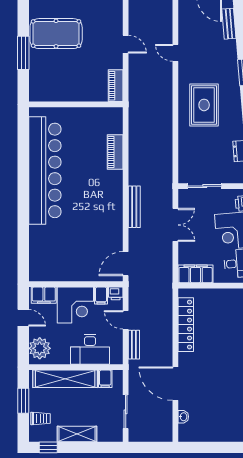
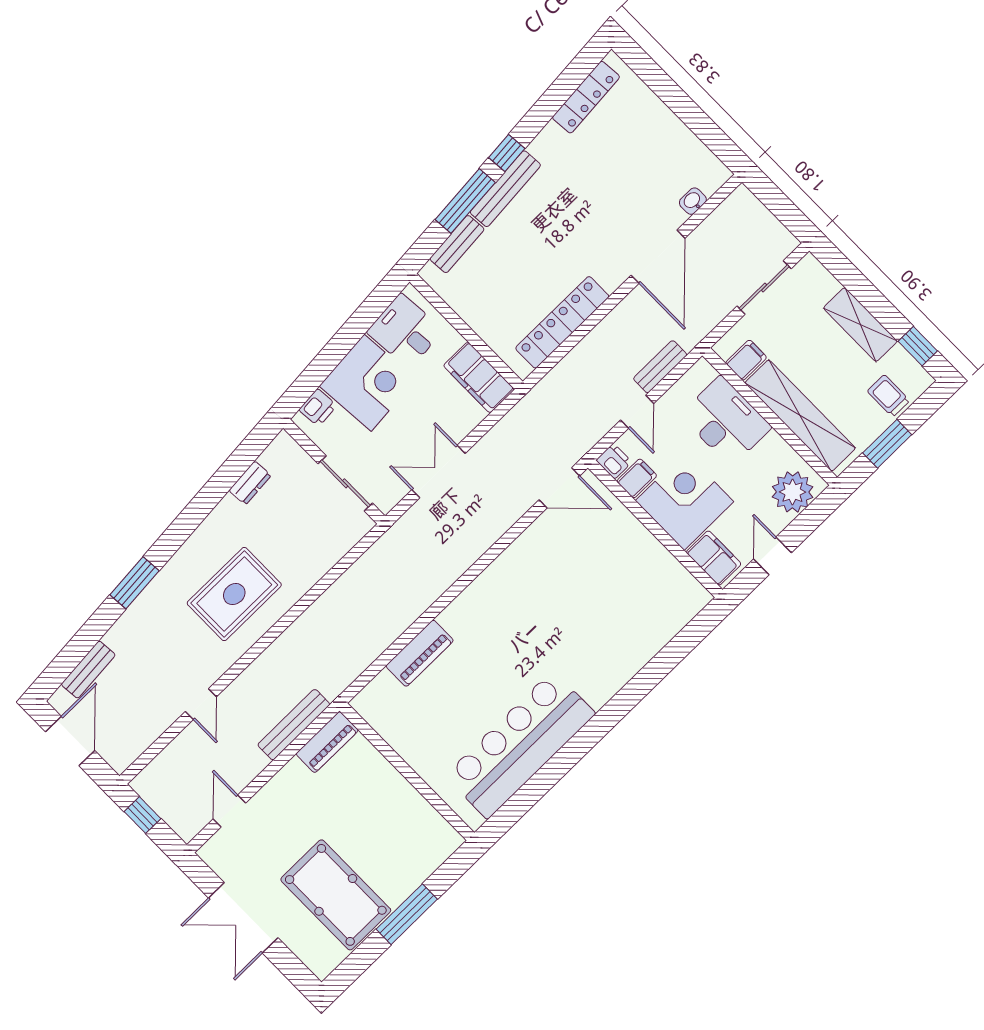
door: (126, 44) -> (229, 811), moved
bar counter: (45, 170) -> (520, 745), width x0.73
bench: (134, 207) -> (294, 725), moved

